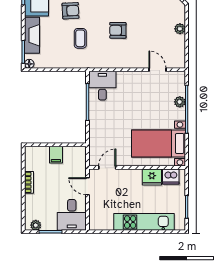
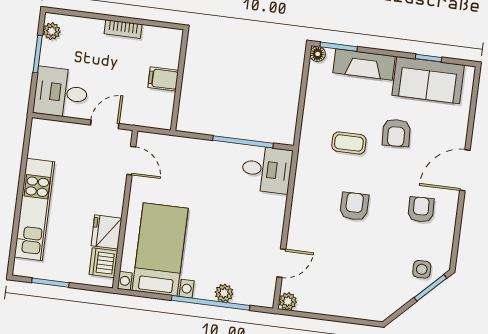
plant: (180, 29) -> (288, 301), moved

